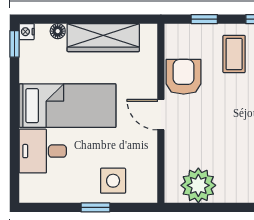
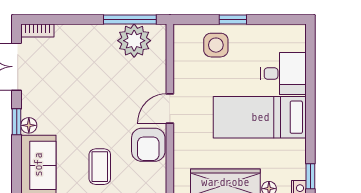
door: (161, 115) -> (170, 108), swing flipped
window: (203, 207) -> (130, 19), added

